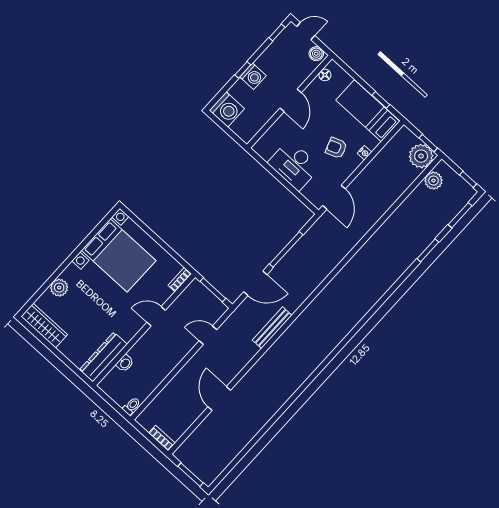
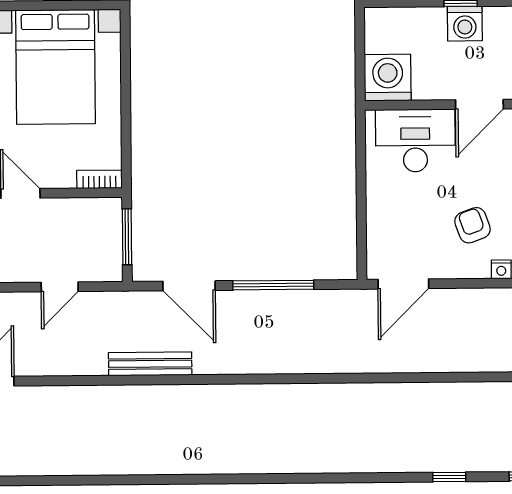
washing machine: (227, 110) -> (388, 78), moved, turned 180
desk: (294, 165) -> (415, 141), moved, turned 90
window: (428, 250) -> (449, 477), width x0.67
door: (208, 335) -> (60, 287), swing flipped

